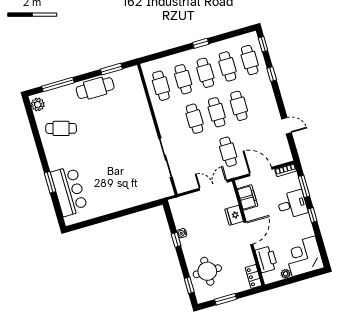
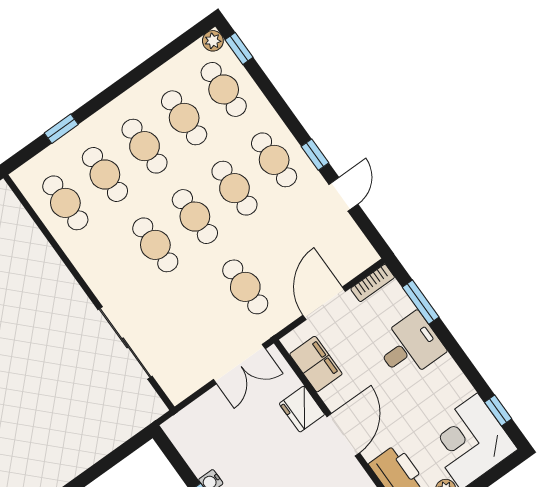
plant: (253, 37) -> (213, 41), added
window: (201, 43) -> (61, 129), moved
window: (272, 74) -> (315, 155), moved
cafe table: (261, 99) -> (274, 160), added
door: (287, 126) -> (343, 194), hinge flipped
door: (261, 172) -> (324, 303), hinge flipped
double door: (213, 185) -> (239, 364), swing flipped
window: (312, 215) -> (498, 410), moved

